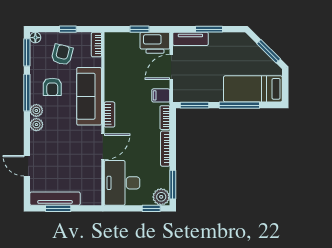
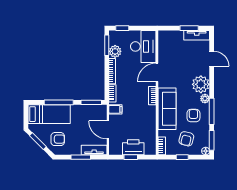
printer: (155, 43) -> (133, 147), moved
armchair: (241, 54) -> (58, 139), added
door: (171, 67) -> (108, 130), swing flipped
plant: (36, 125) -> (201, 84), width x1.87, depth x1.87
plant: (161, 197) -> (115, 51), moved
tv unit: (55, 199) -> (197, 35), width x0.71

